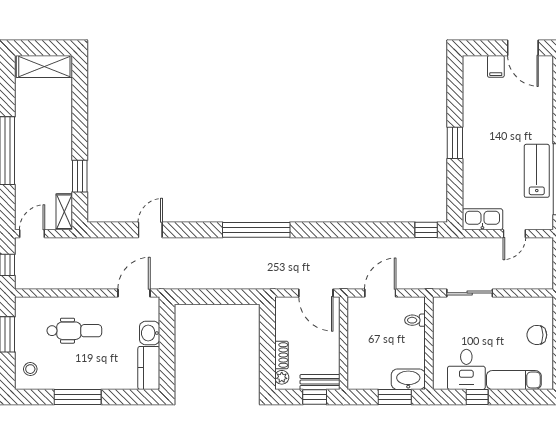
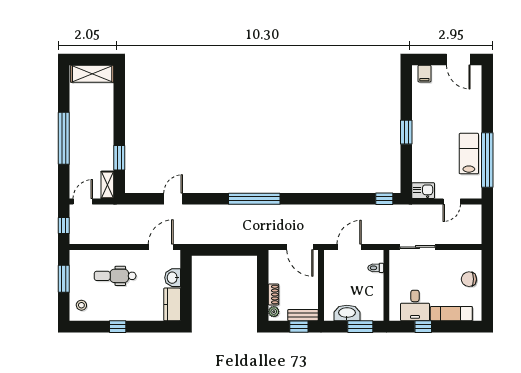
filing cabinet: (496, 66) -> (424, 74), moved
kitchen sink: (482, 219) -> (423, 191), width x0.73
dental chair: (74, 331) -> (115, 276), turned 180
washbasin: (408, 379) -> (347, 313), moved
window: (78, 397) -> (118, 327), width x0.46

